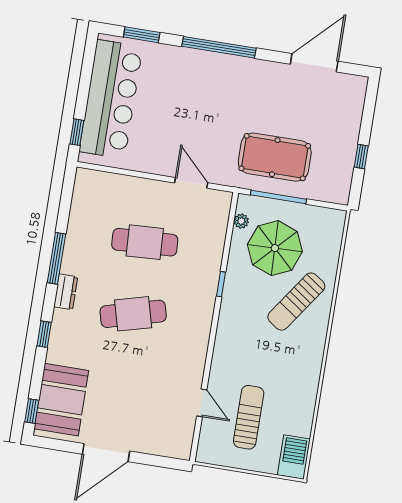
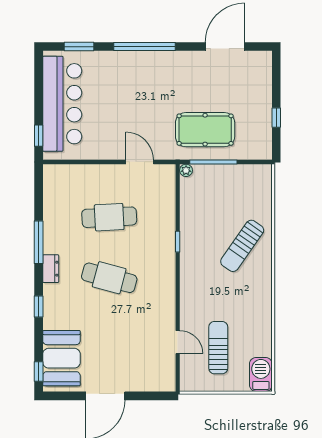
plant: (241, 221) -> (186, 170), moved
parasol: (275, 248) -> (217, 205), removed
cafe table: (133, 314) -> (109, 278), turned 30

